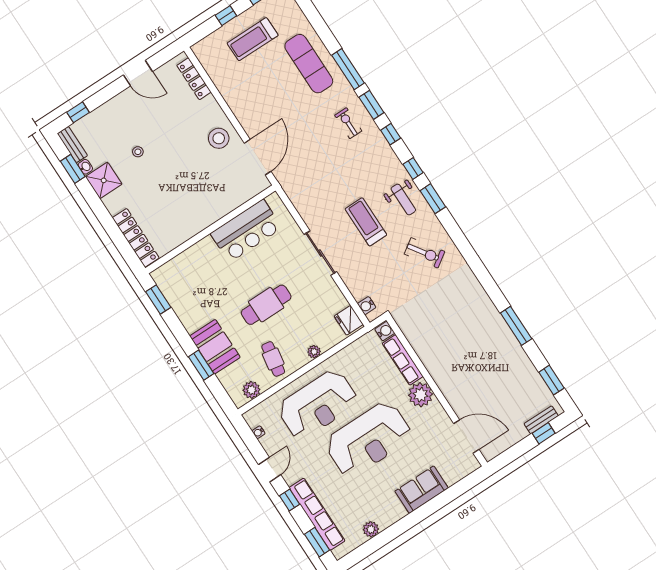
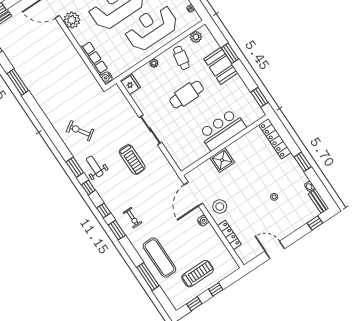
window: (348, 69) -> (148, 277), moved
locker: (194, 79) -> (229, 235), moved
window: (73, 169) -> (303, 162), moved
shower: (104, 180) -> (222, 160), moved
treadmill: (366, 222) -> (132, 160), moved
bar counter: (246, 231) -> (222, 130), moved
water cooler: (367, 306) -> (203, 221), moved
plant: (420, 395) -> (72, 20), moved

